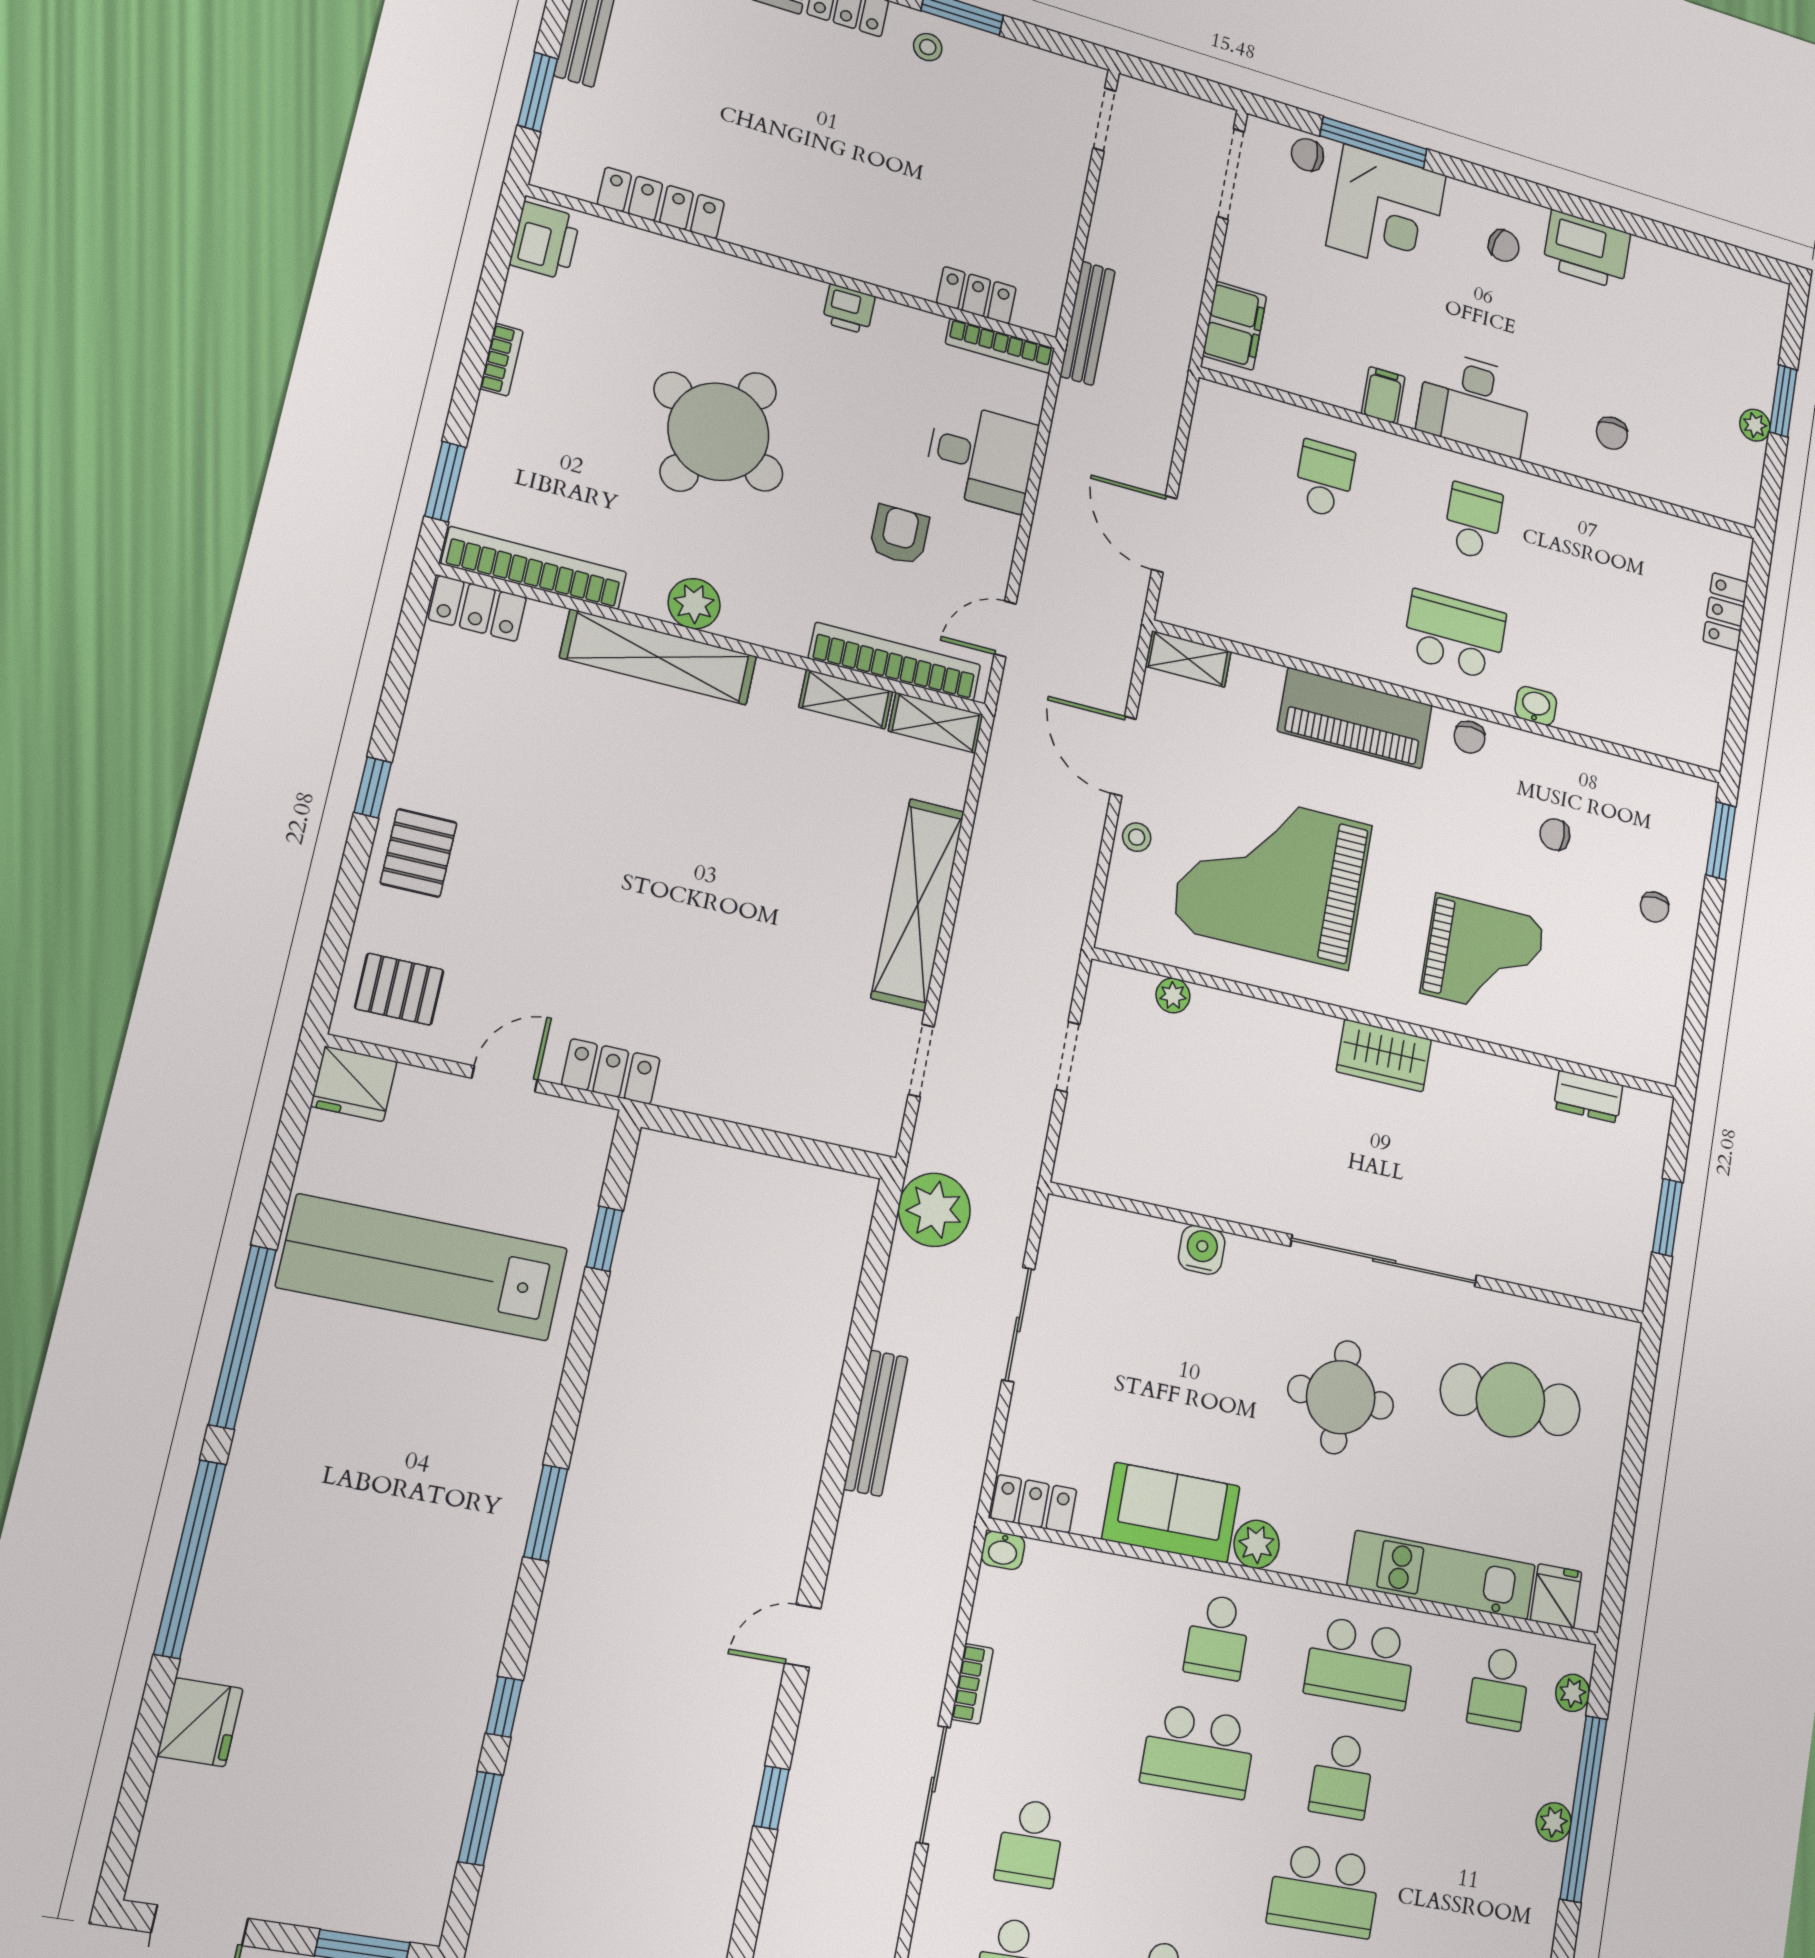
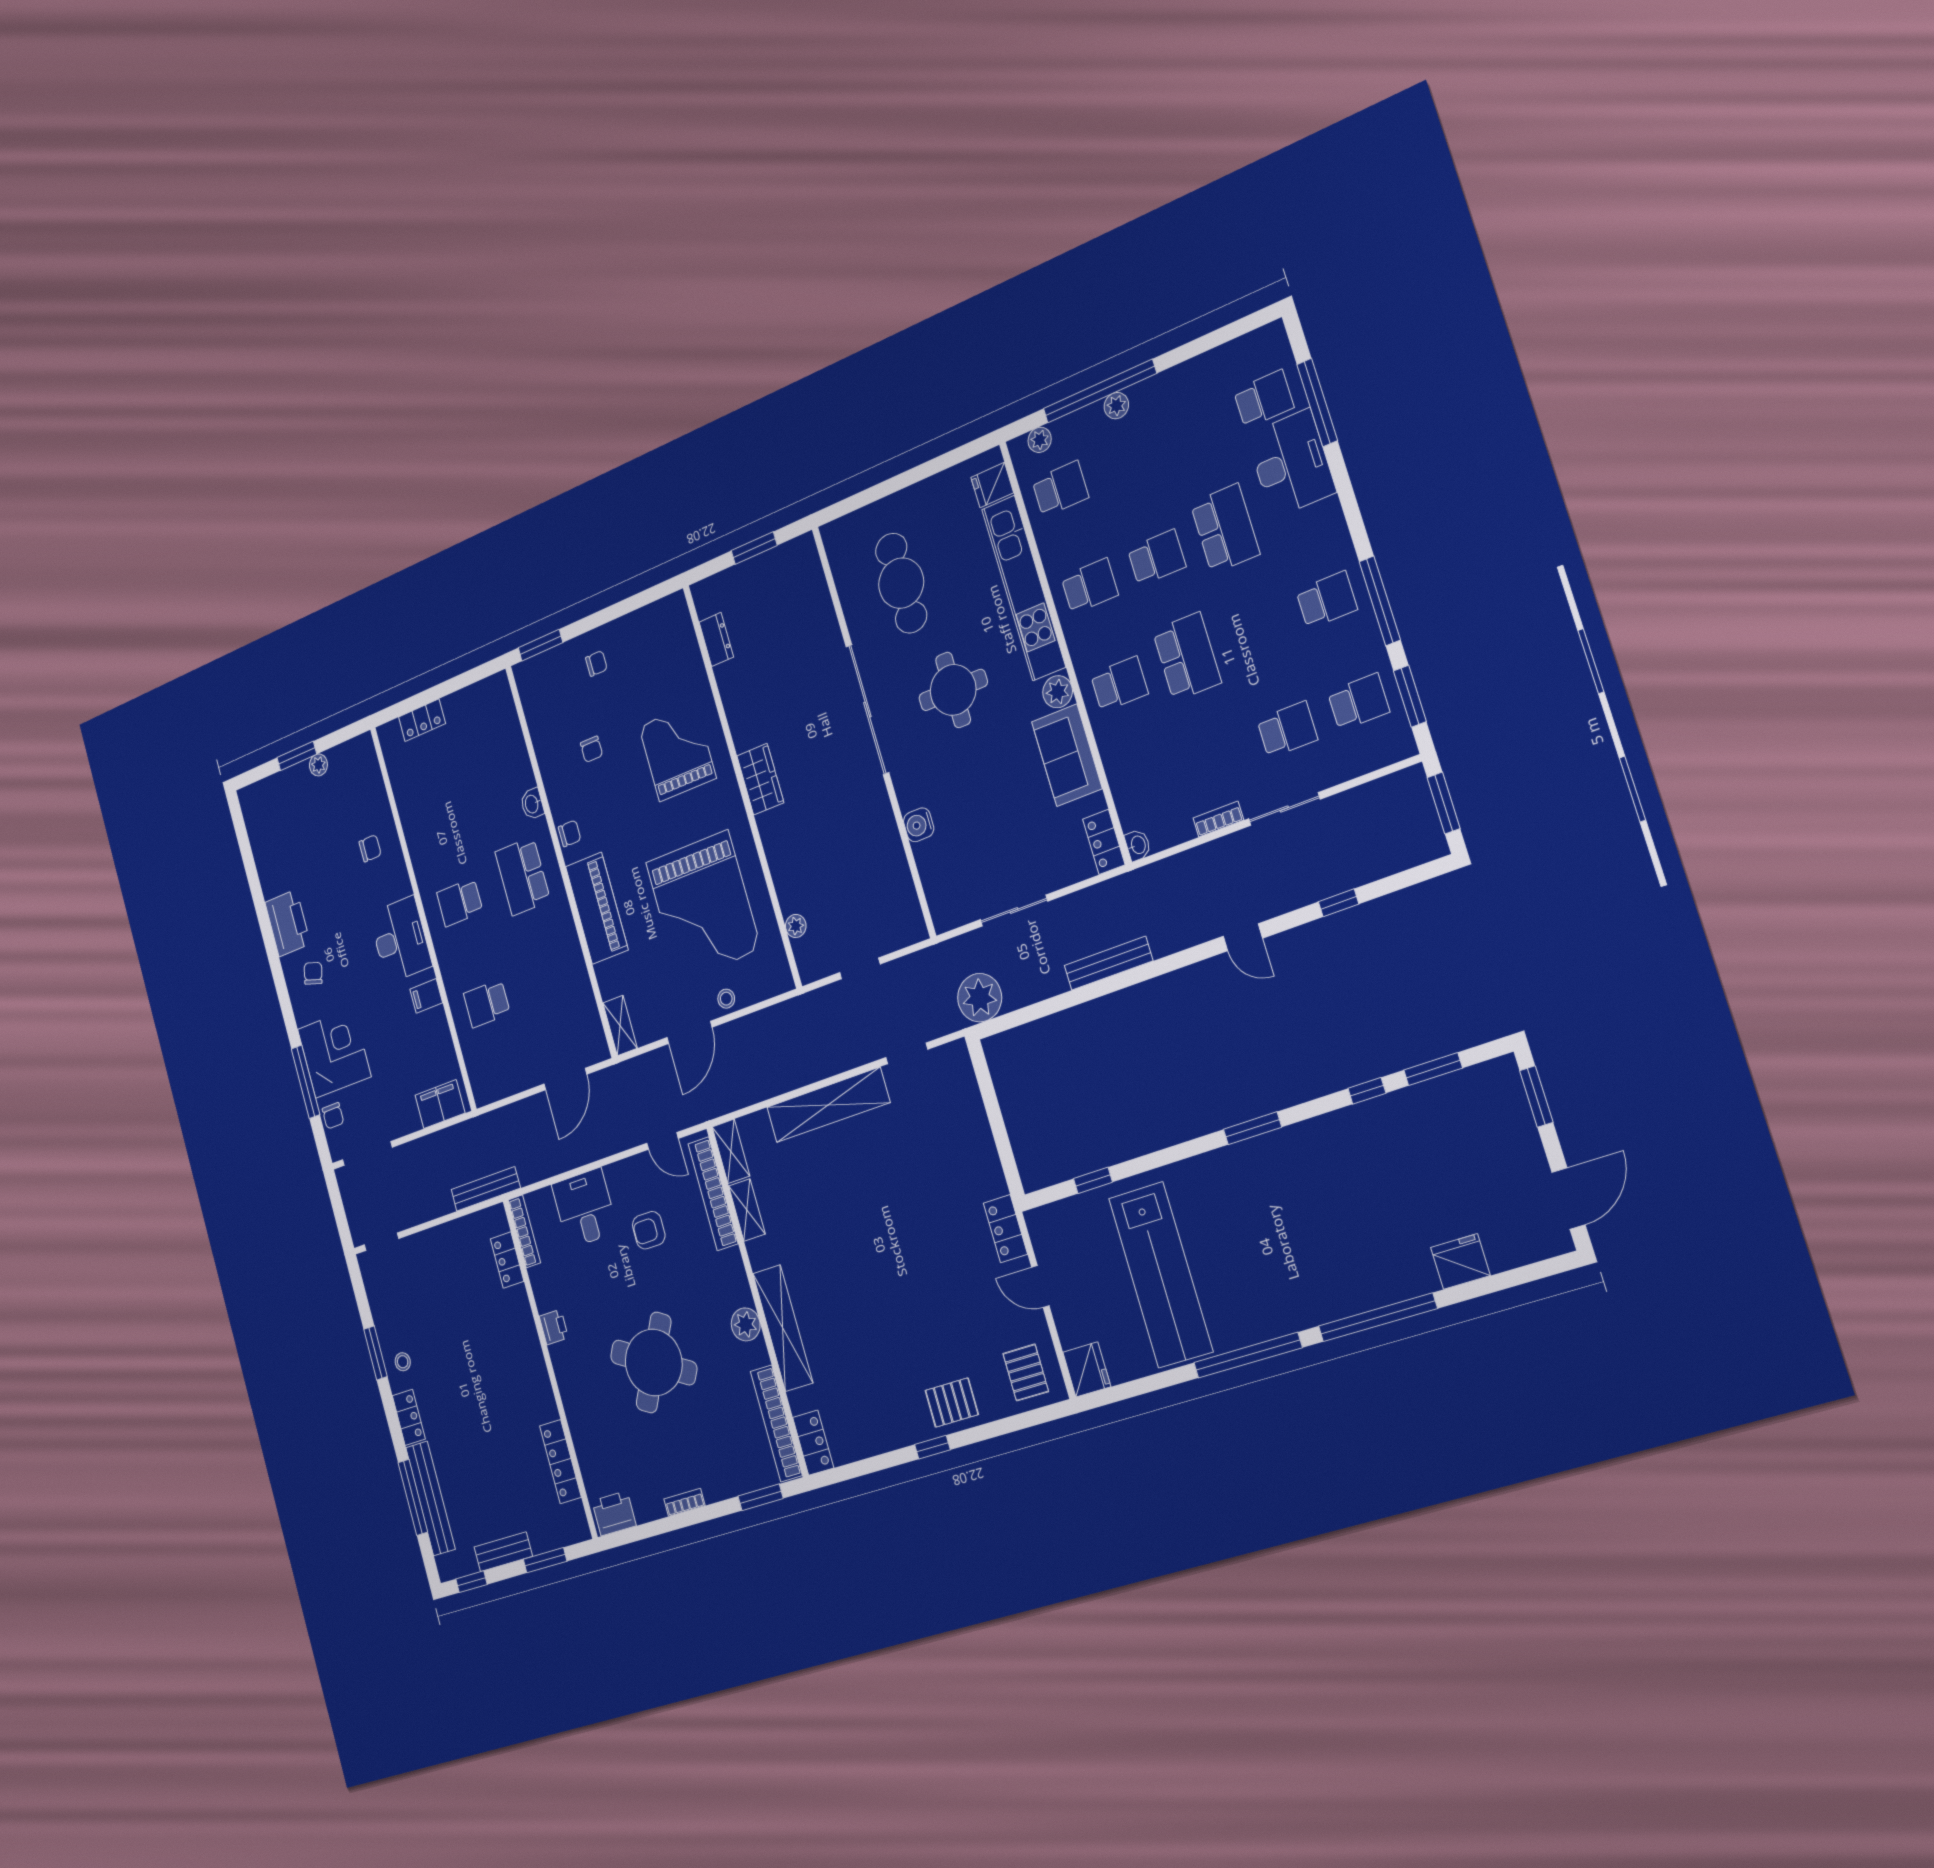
kitchen unit: (1442, 1575) -> (1024, 588), width x1.36
school desk: (1360, 1663) -> (1090, 586), width x0.54

